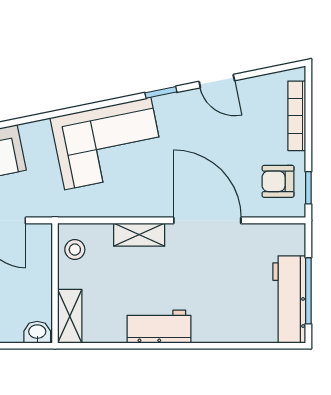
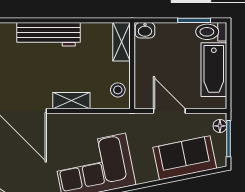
workbench: (159, 327) -> (48, 34), width x1.38

